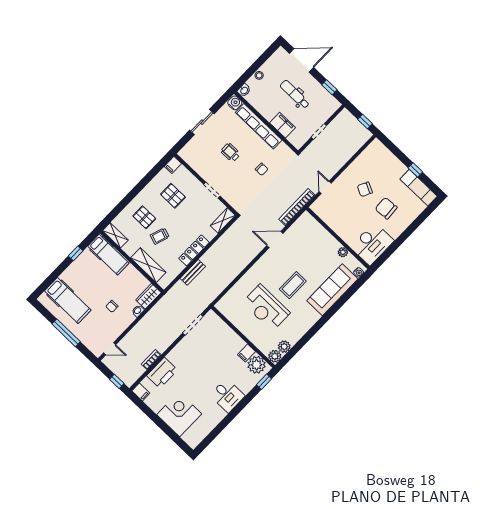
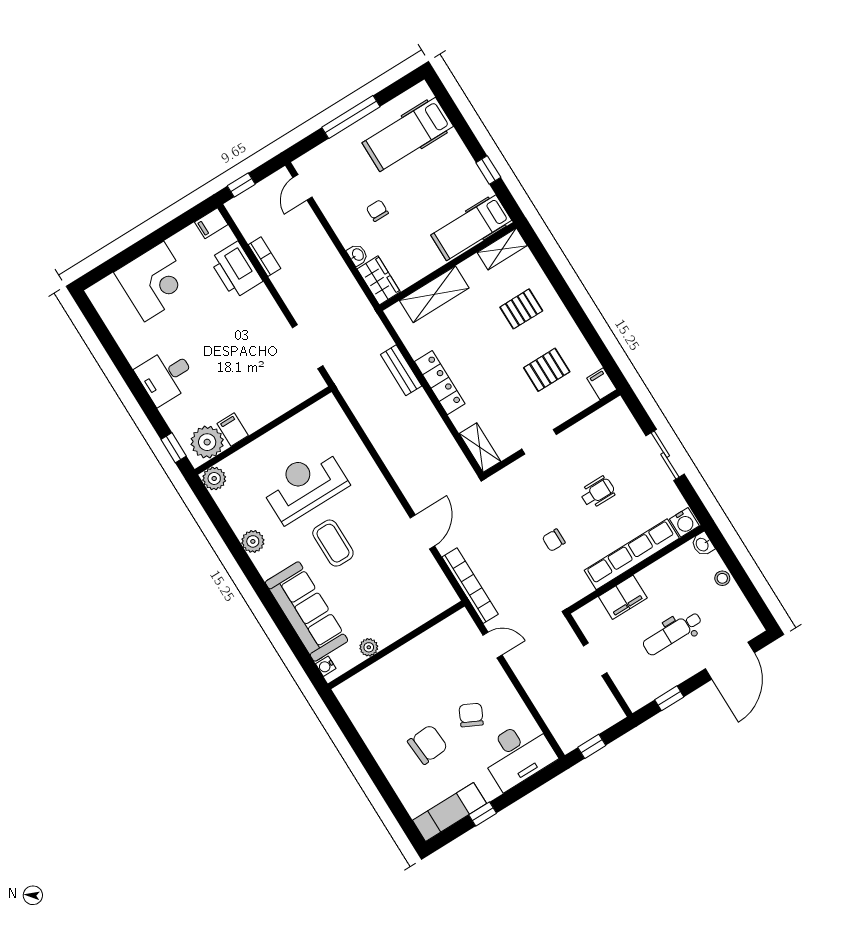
dental chair: (295, 94) -> (672, 633), turned 180
trolley: (160, 236) -> (481, 328), removed
desk: (372, 244) -> (518, 754), moved, turned -90
plant: (284, 347) -> (253, 541), moved

